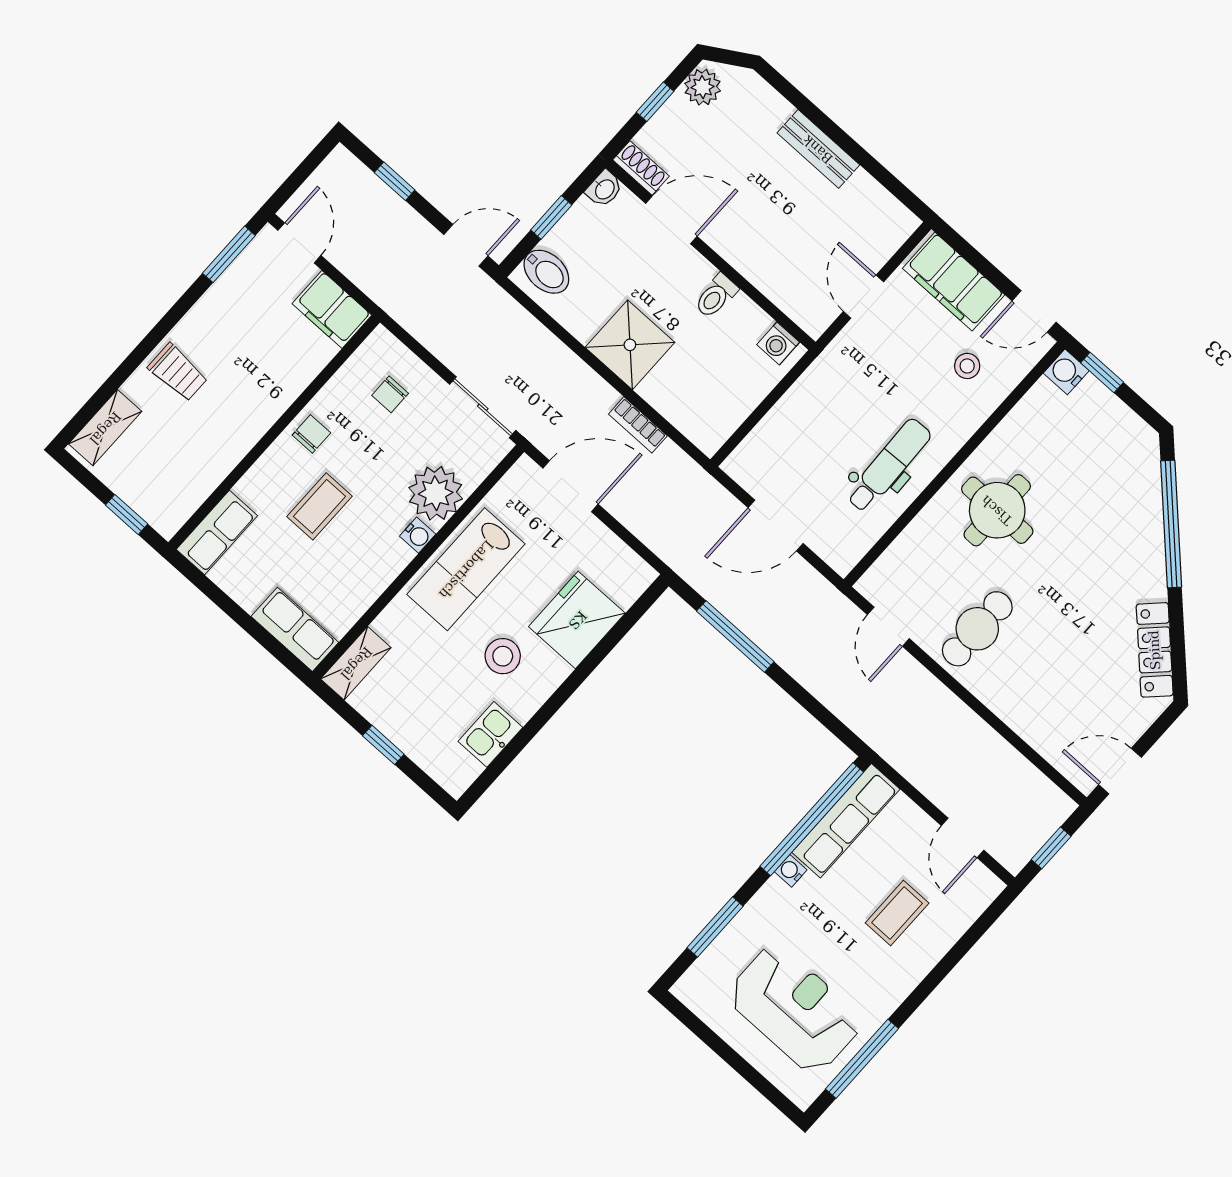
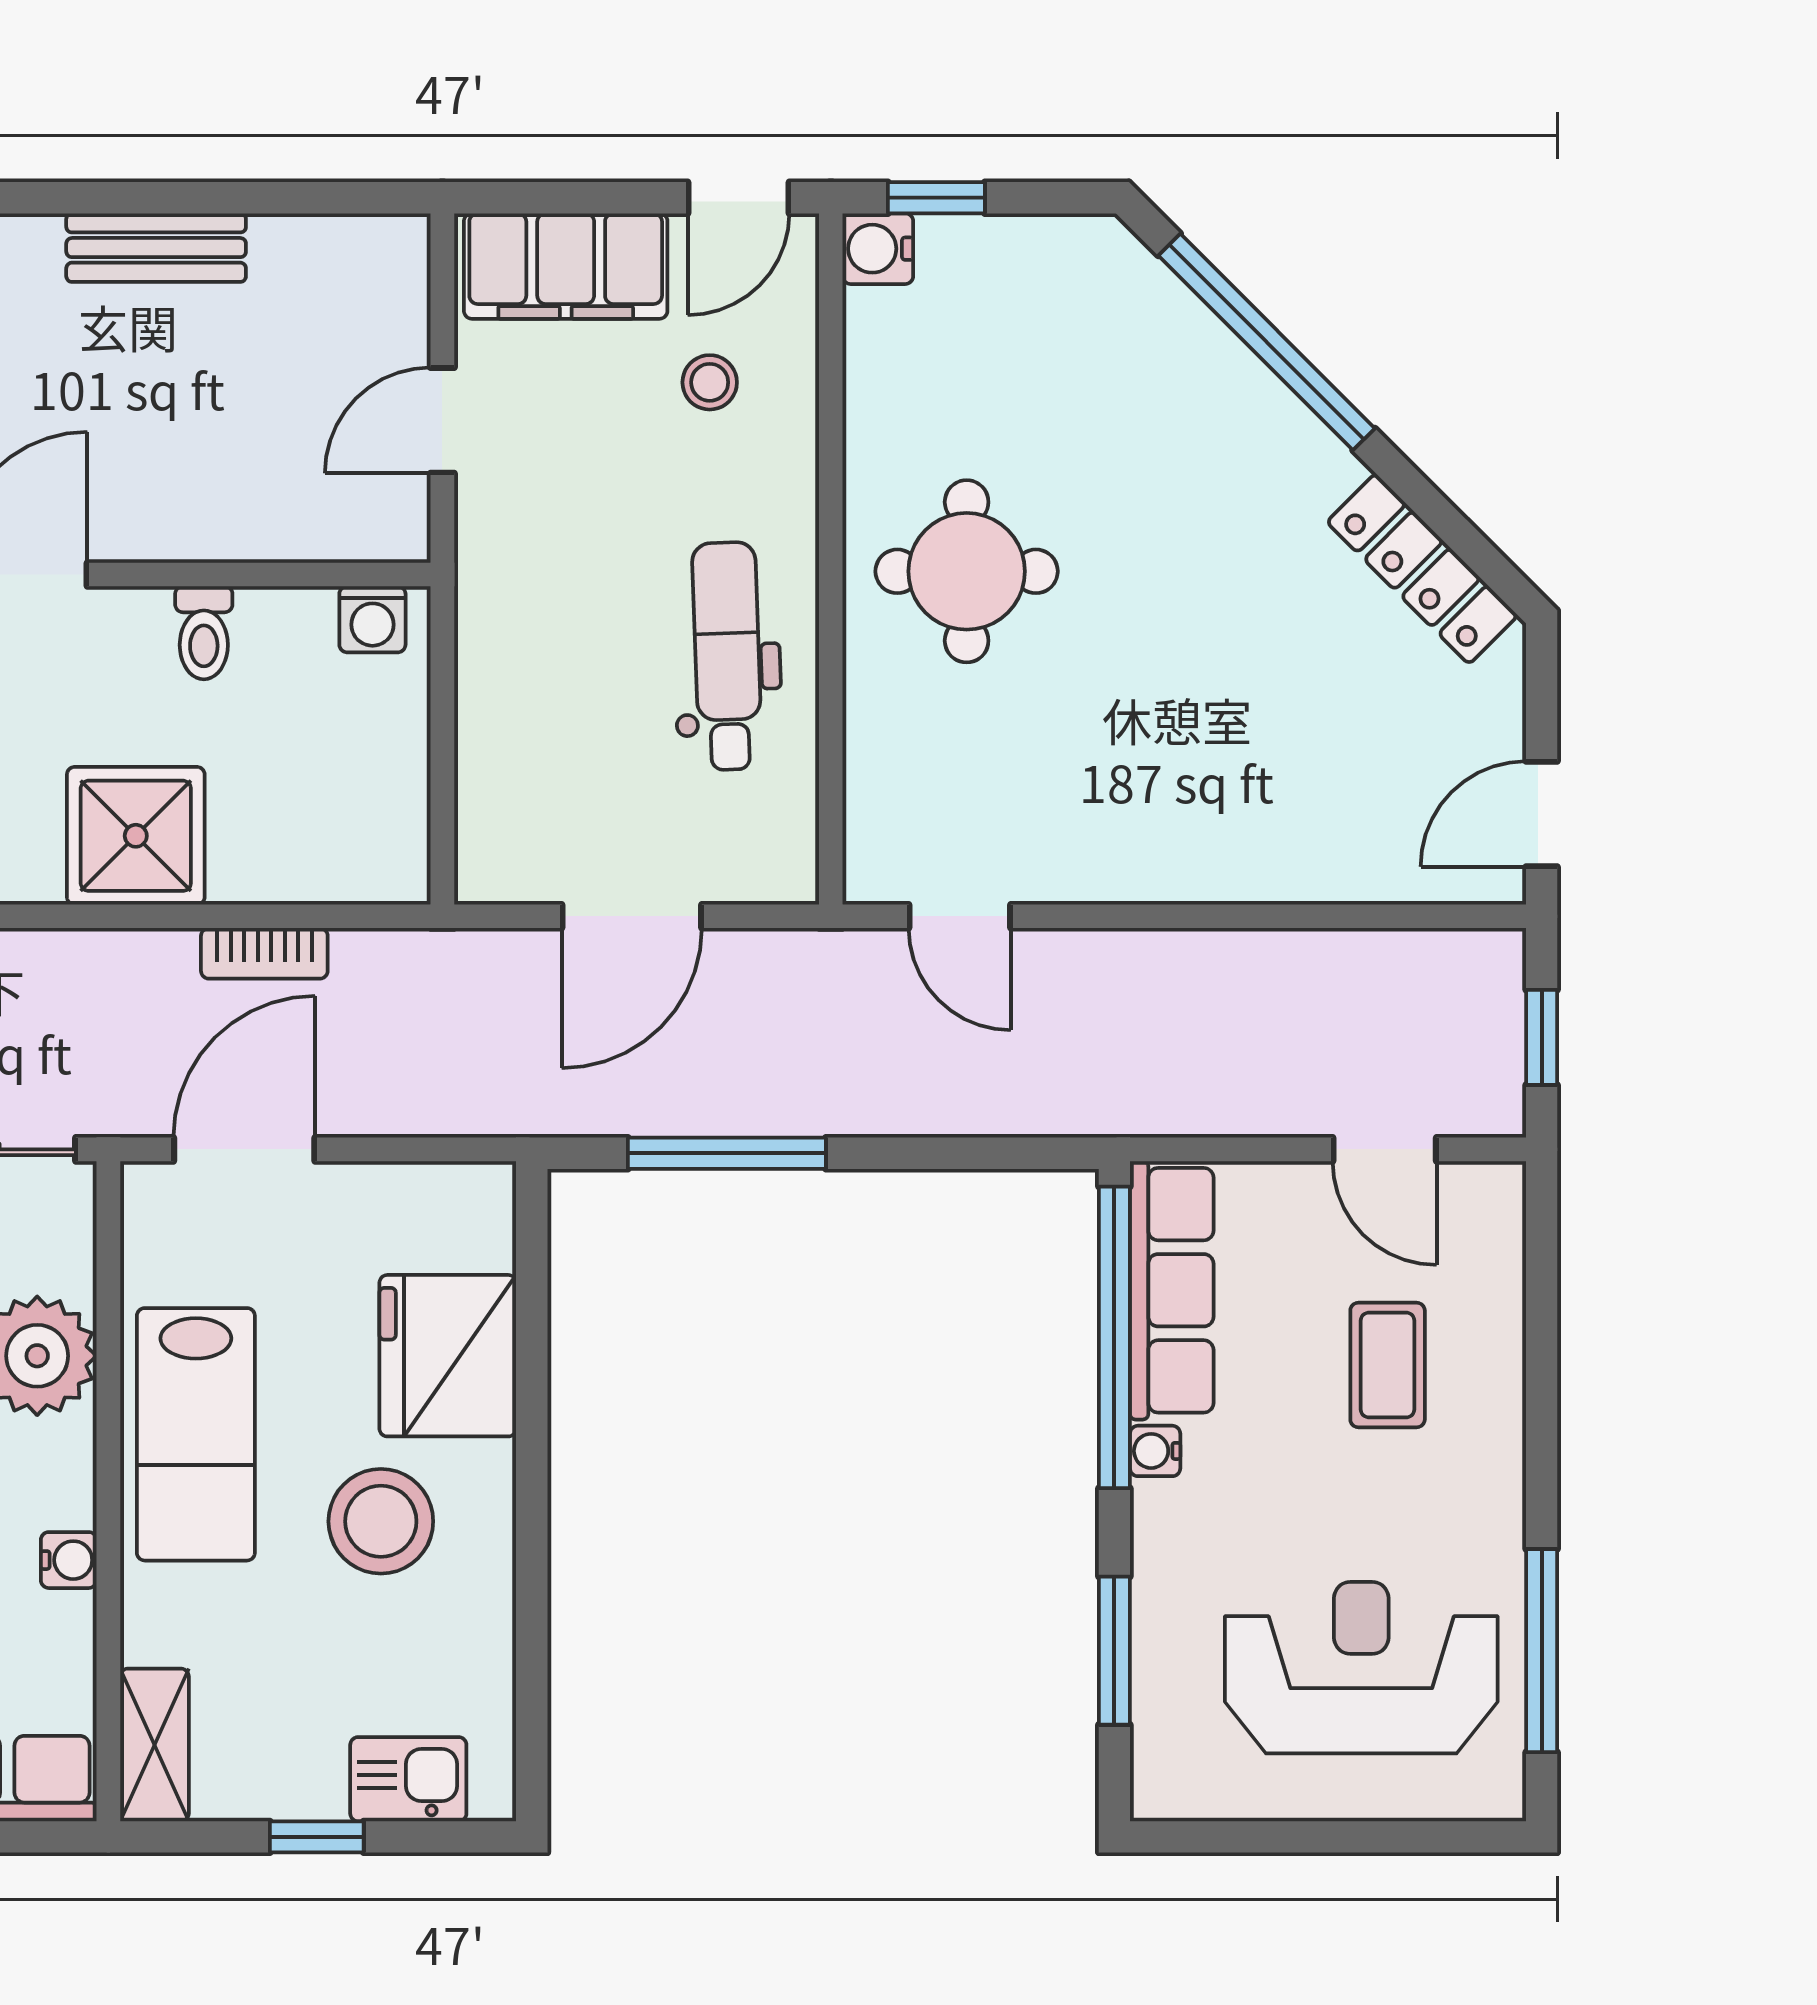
door: (864, 297) -> (442, 420), hinge flipped
water cooler: (418, 535) -> (69, 1560), moved
cafe table: (977, 629) -> (1106, 791), removed
stool: (503, 656) -> (381, 1521), width x1.38, depth x1.38
kitchen sink: (490, 734) -> (408, 1779), moved, turned 90

